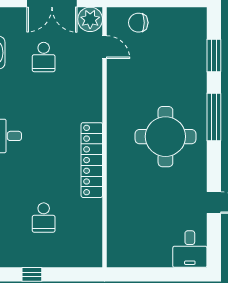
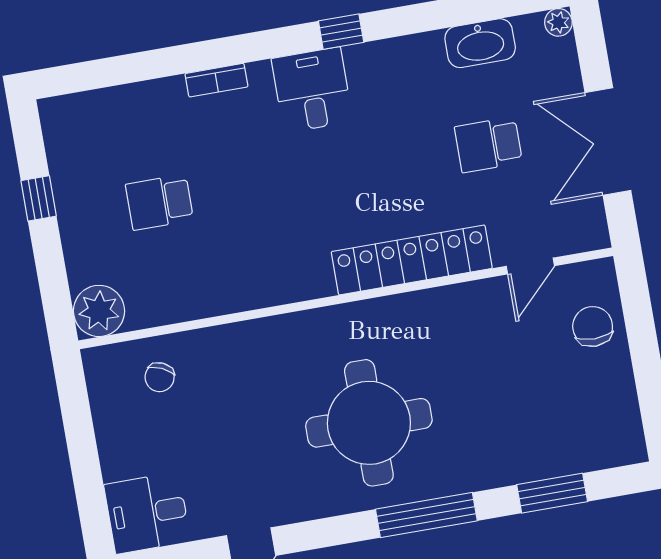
plant: (90, 19) -> (99, 311), moved
locker: (92, 160) -> (412, 260), moved
chair: (127, 232) -> (160, 377), added

